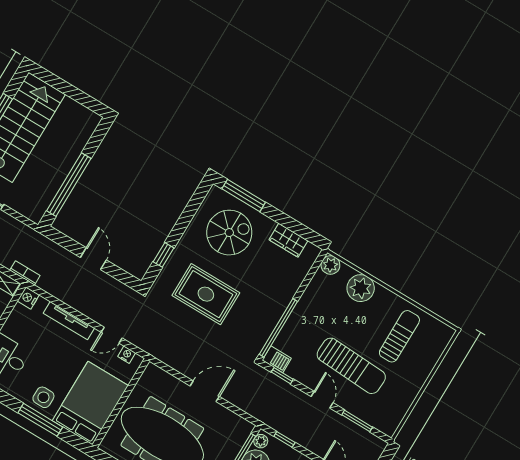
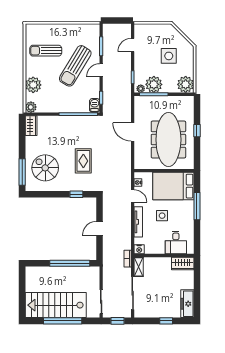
wardrobe: (288, 240) -> (31, 126), moved
rug: (206, 294) -> (83, 161), width x0.73, depth x0.70
sun lounger: (351, 366) -> (75, 66), turned -152
side table: (43, 397) -> (162, 216), moved

